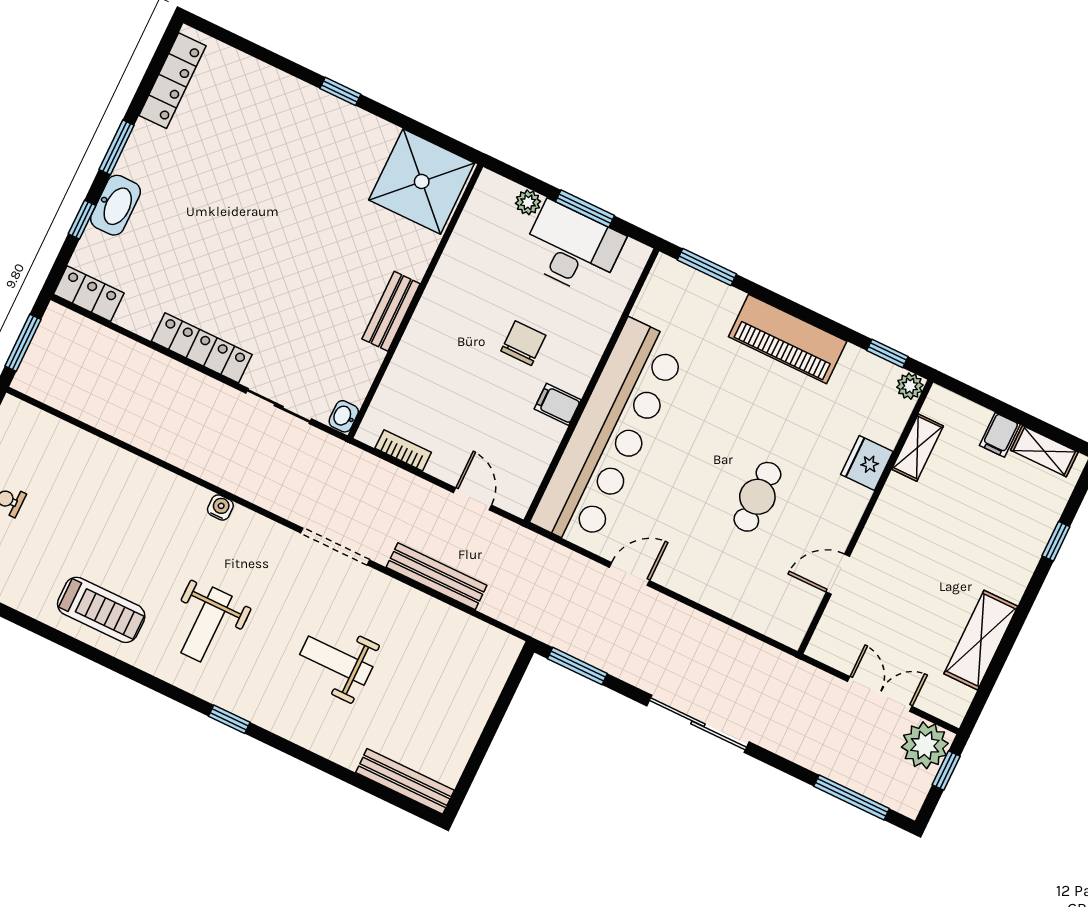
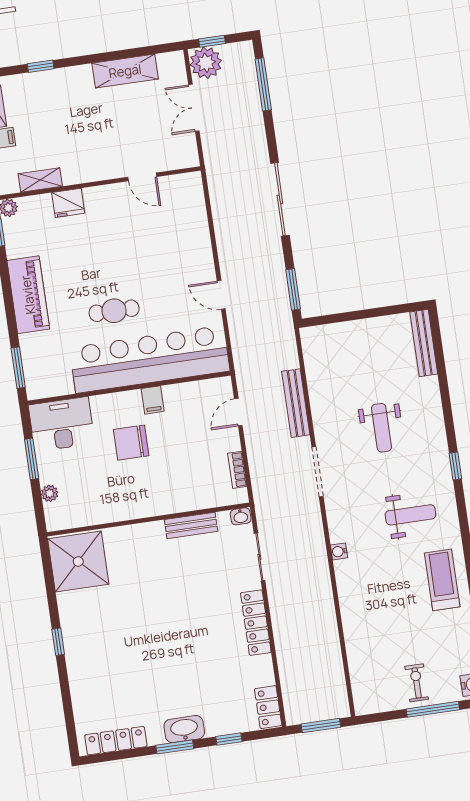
washbasin: (115, 205) -> (184, 729), moved
desk: (572, 248) -> (62, 424), moved, turned 90
bench: (391, 311) -> (191, 525), moved
chair: (523, 343) -> (131, 443), width x1.37, depth x1.37
cafe table: (757, 497) -> (114, 311), moved

